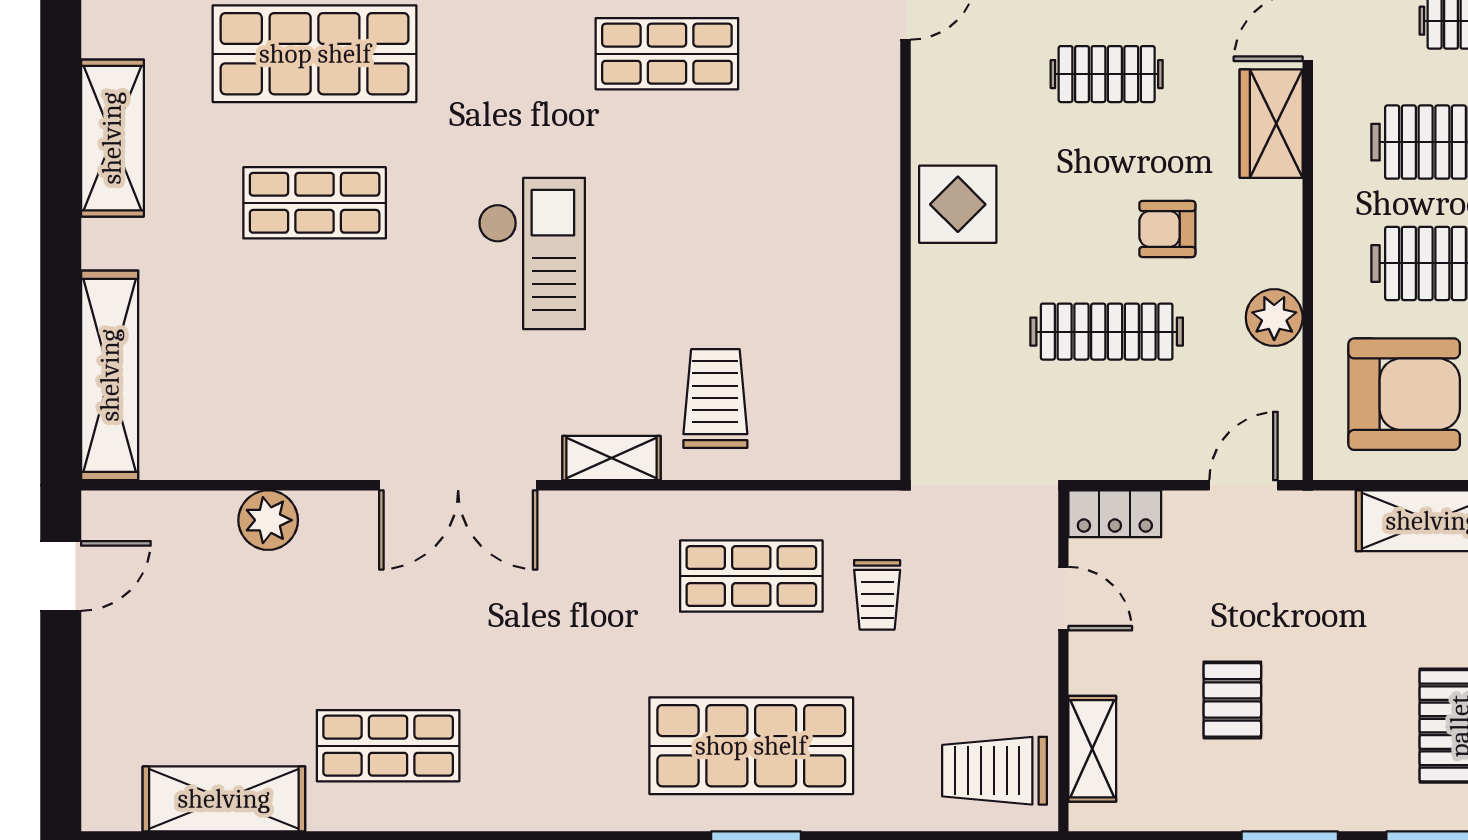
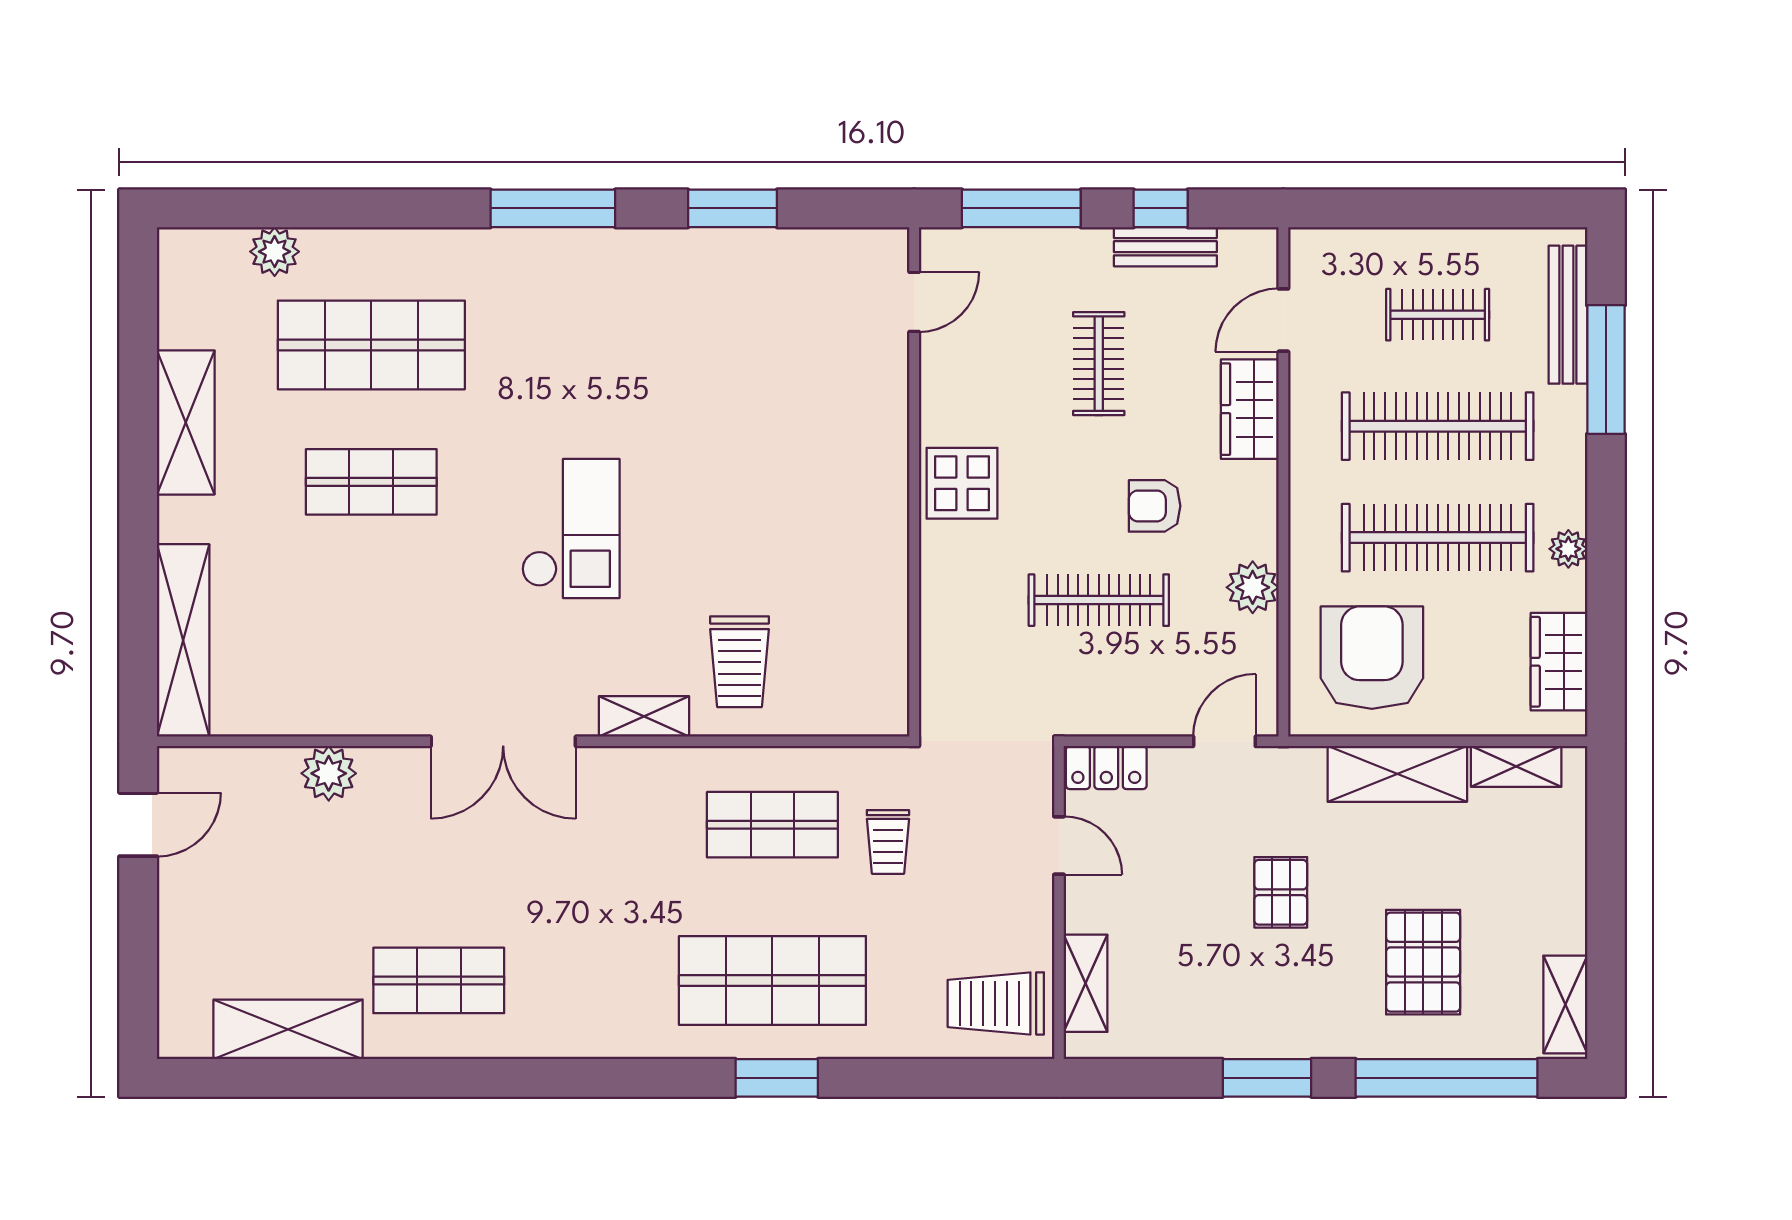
shop shelf: (667, 54) -> (695, 345), removed
clothes rail: (1107, 74) -> (1099, 364), turned 90
armchair: (1404, 394) -> (1372, 658), turned -90
trolley: (715, 399) -> (739, 662), turned 180
pallet: (1232, 700) -> (1281, 892), moved

